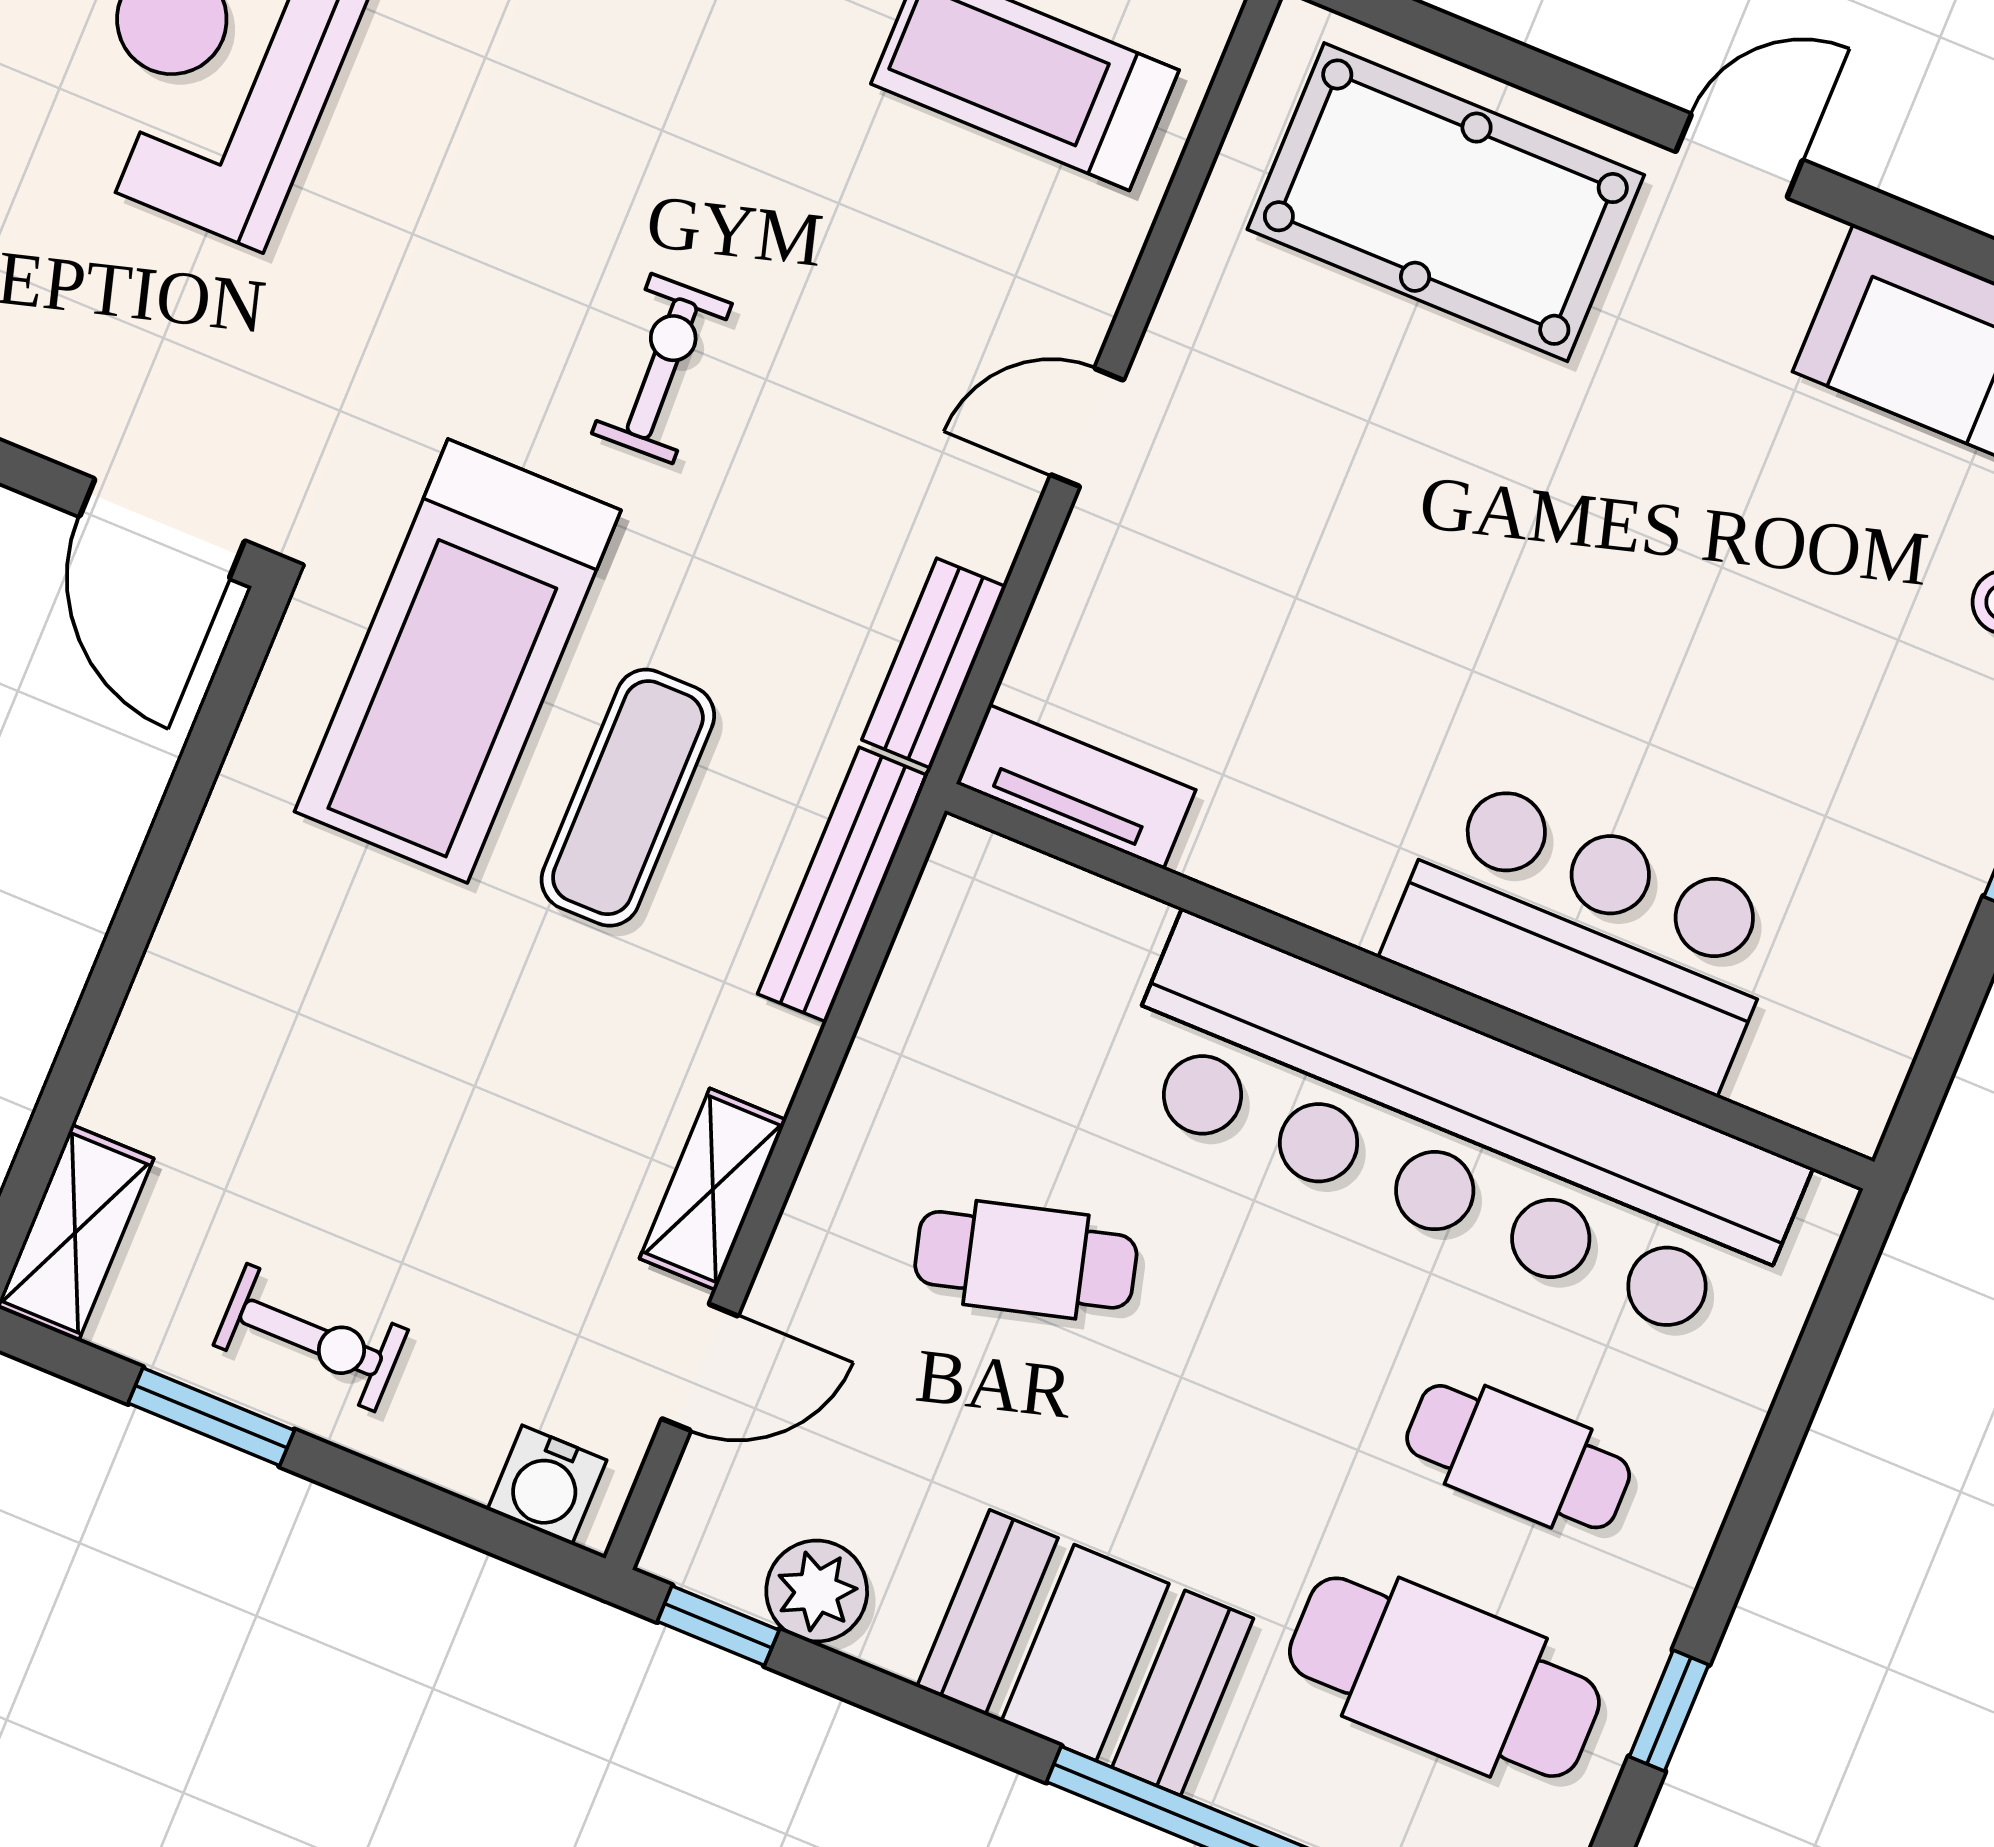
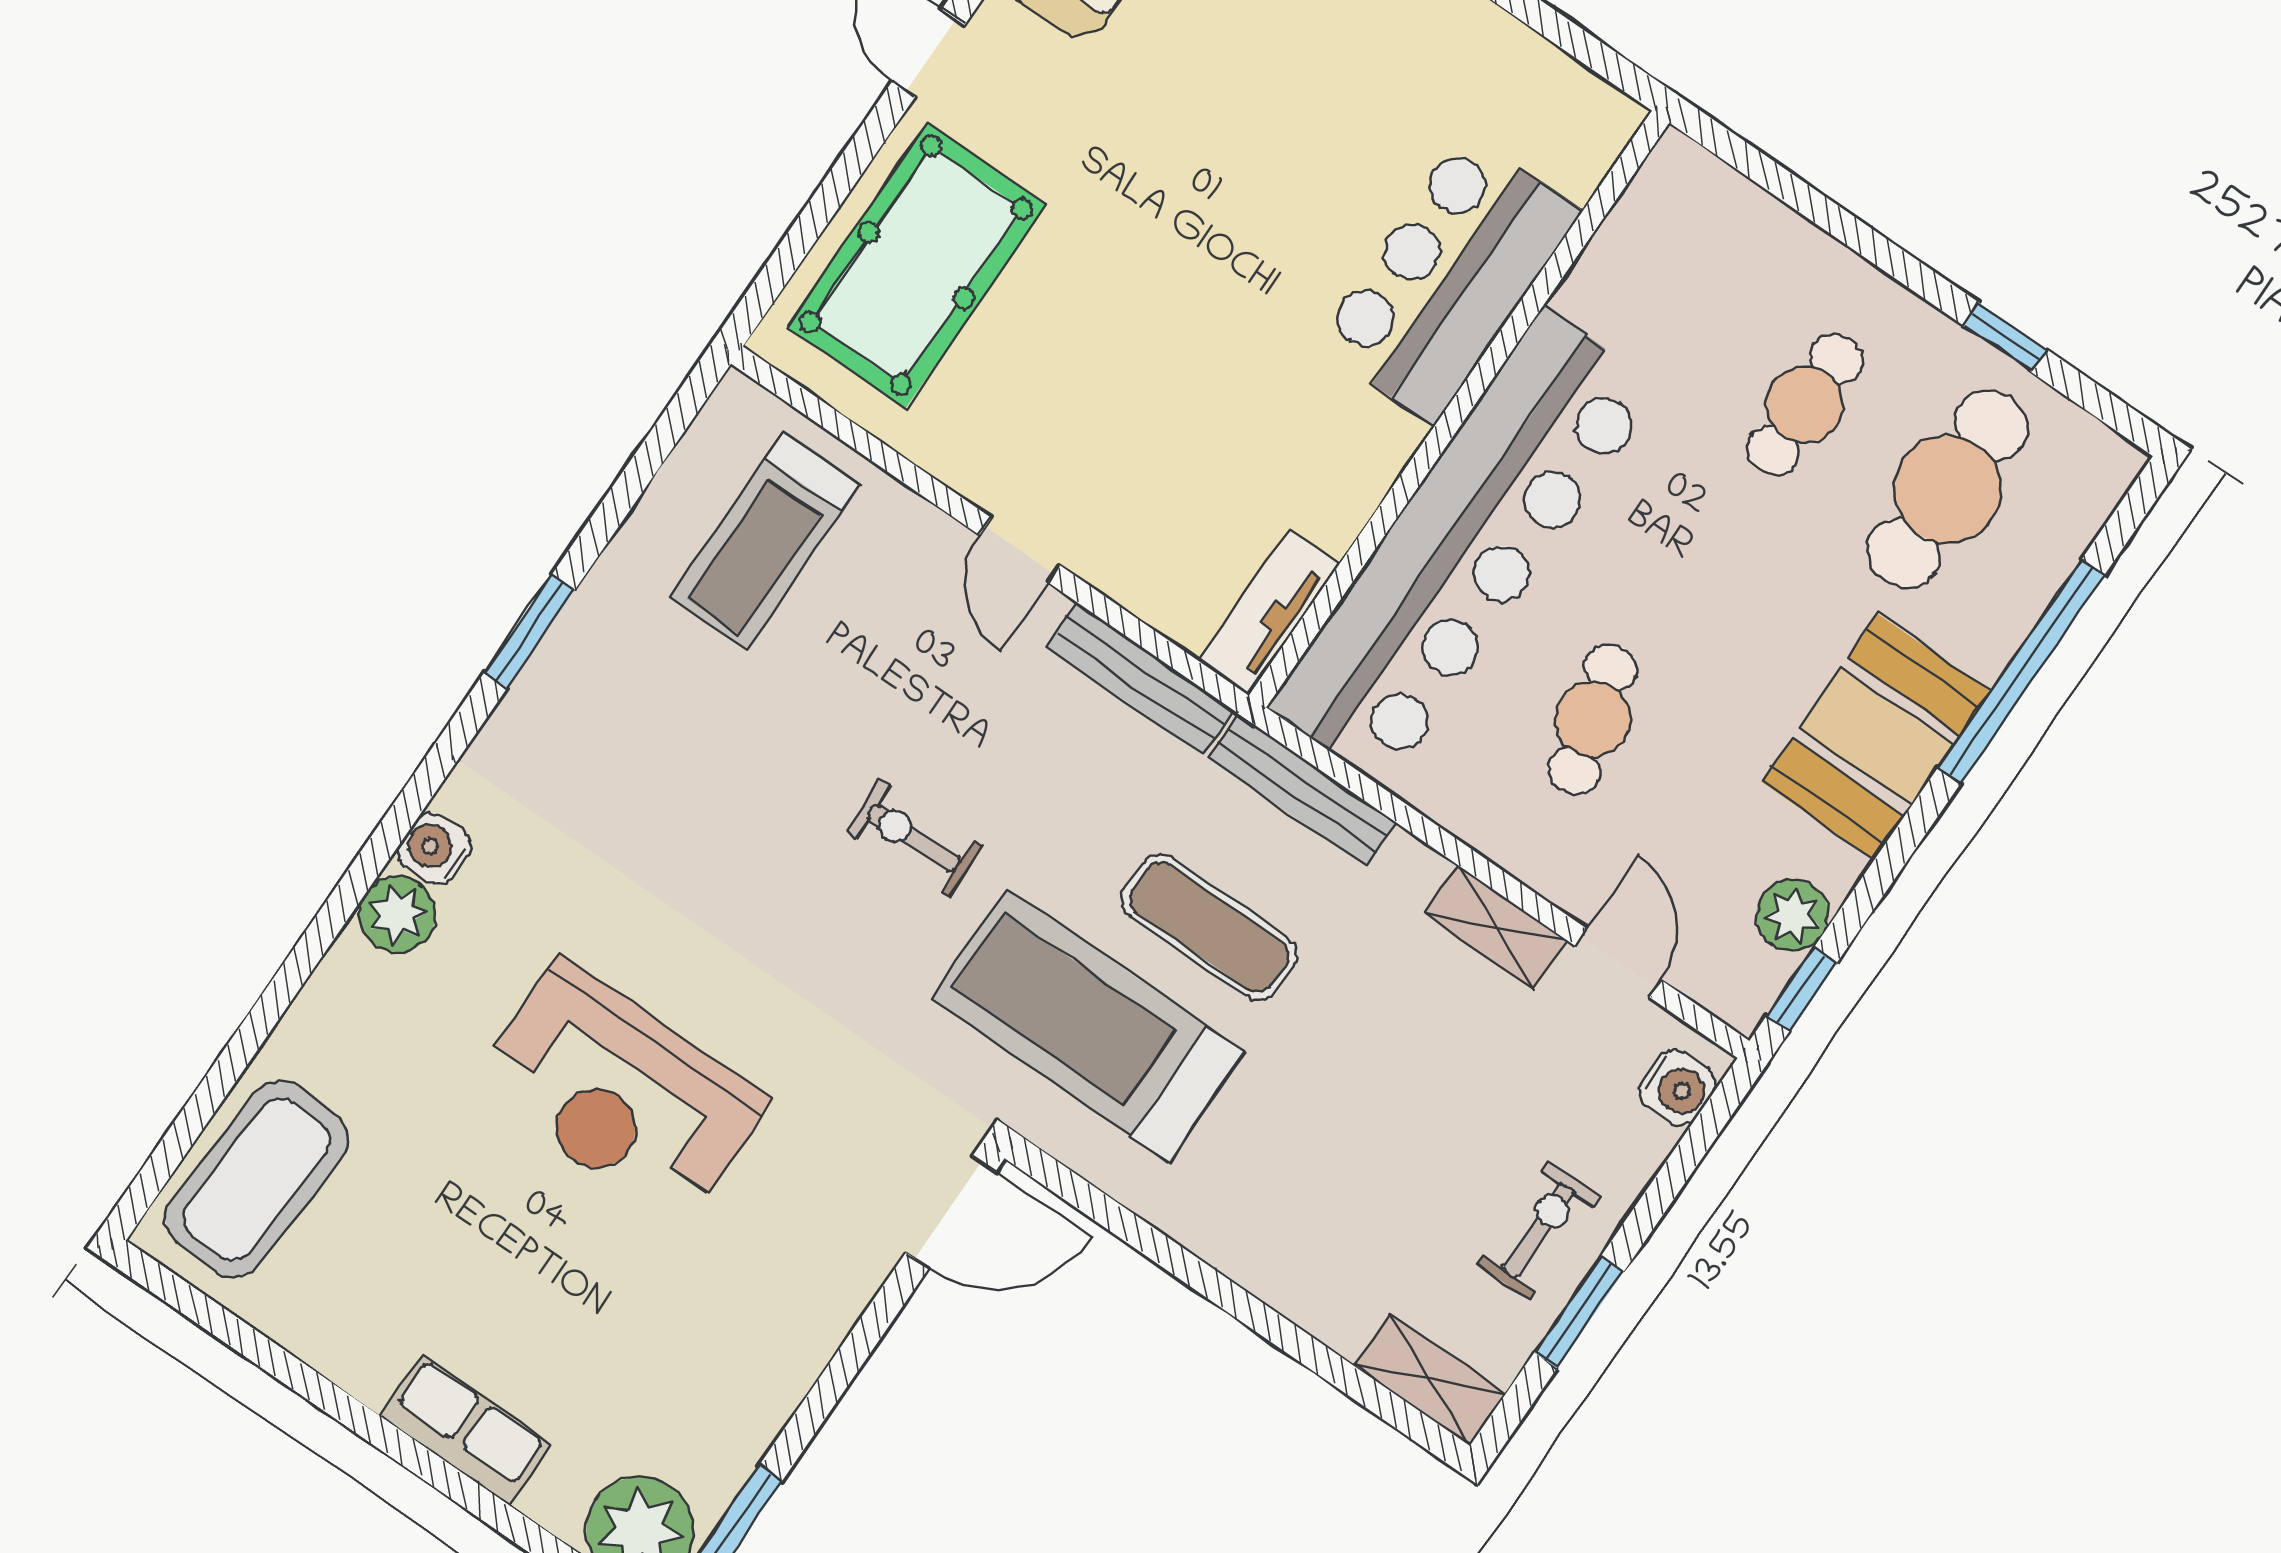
treadmill: (458, 661) -> (1088, 1026), turned 180
bench: (934, 663) -> (1140, 678), width x1.36
bar counter: (1459, 1132) -> (1464, 548), moved

